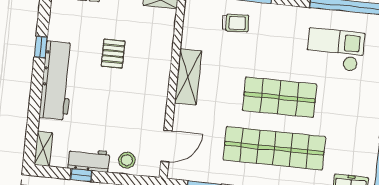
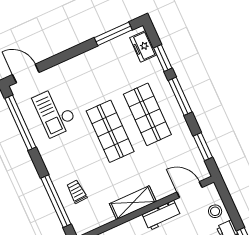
workbench: (156, 100) -> (162, 215), added
shop shelf: (274, 148) -> (147, 114), width x0.71

